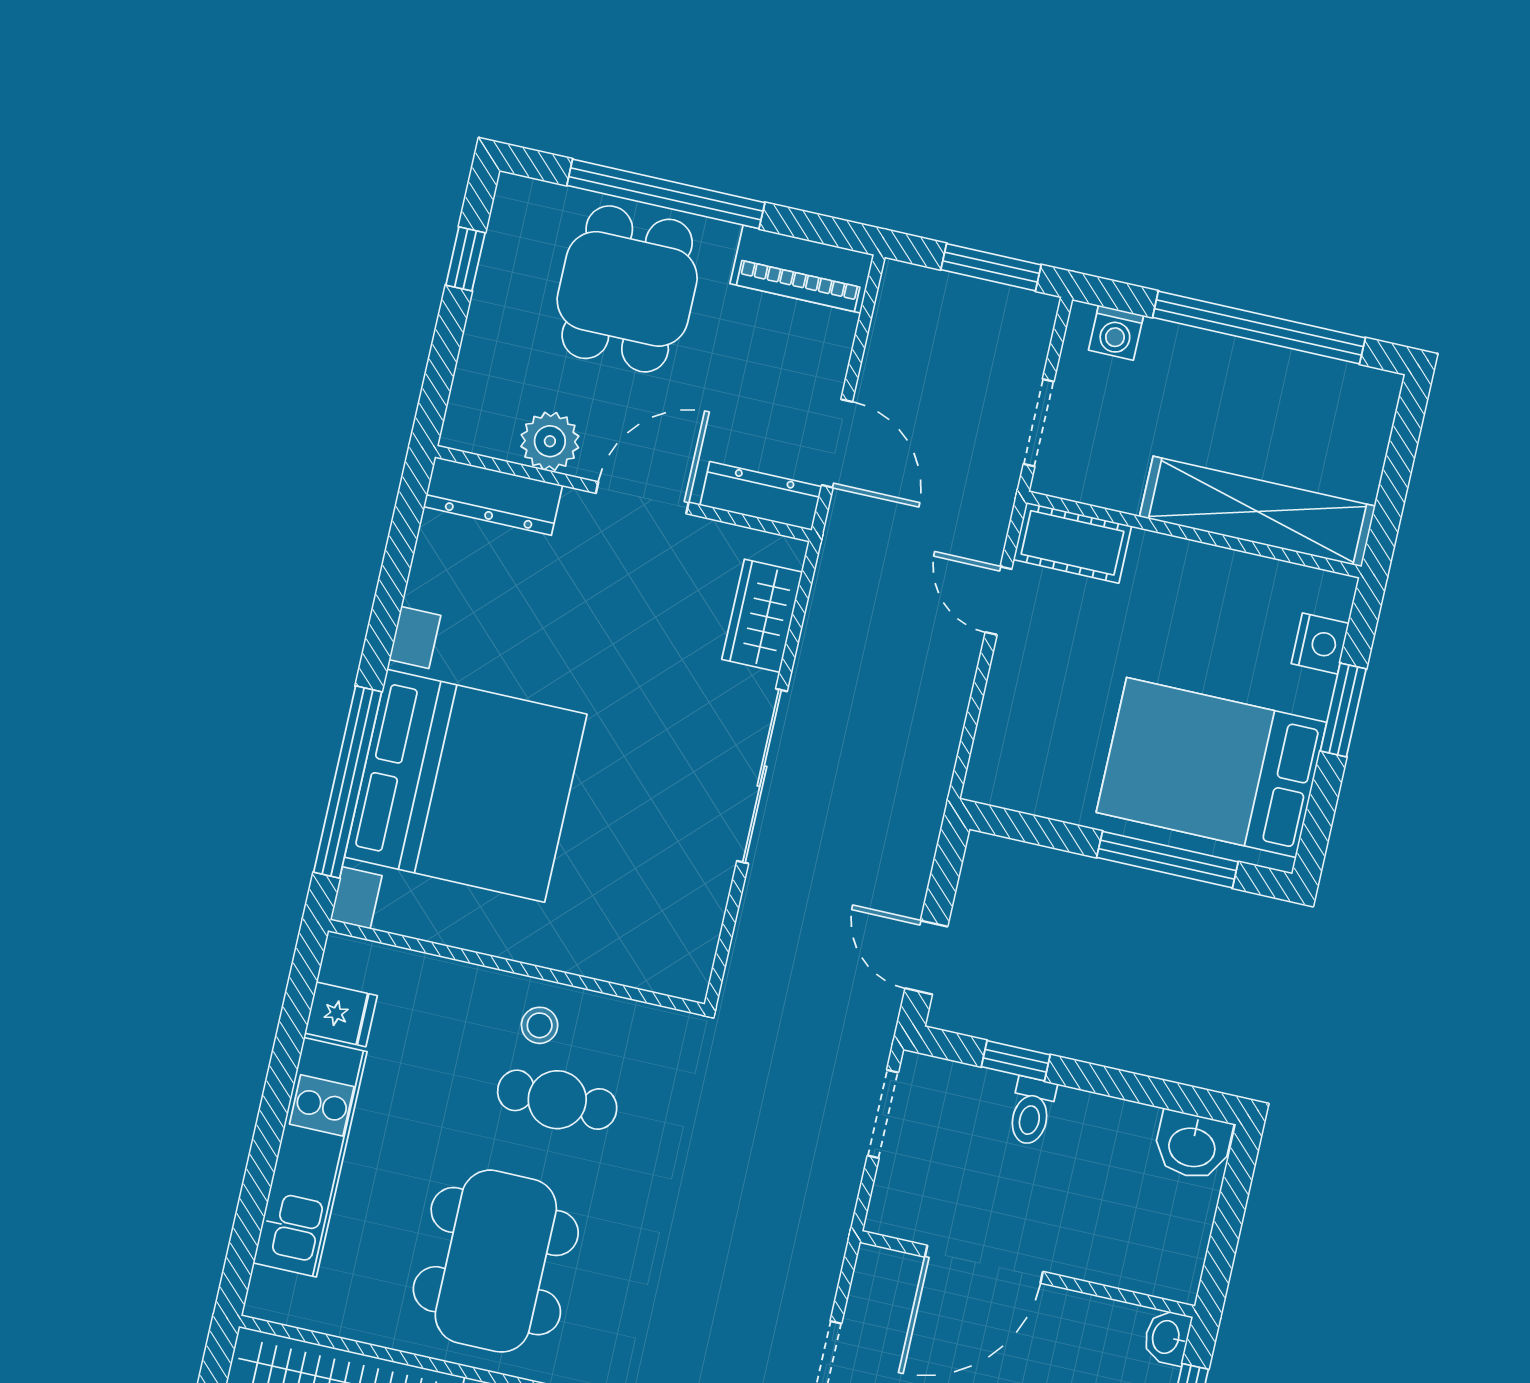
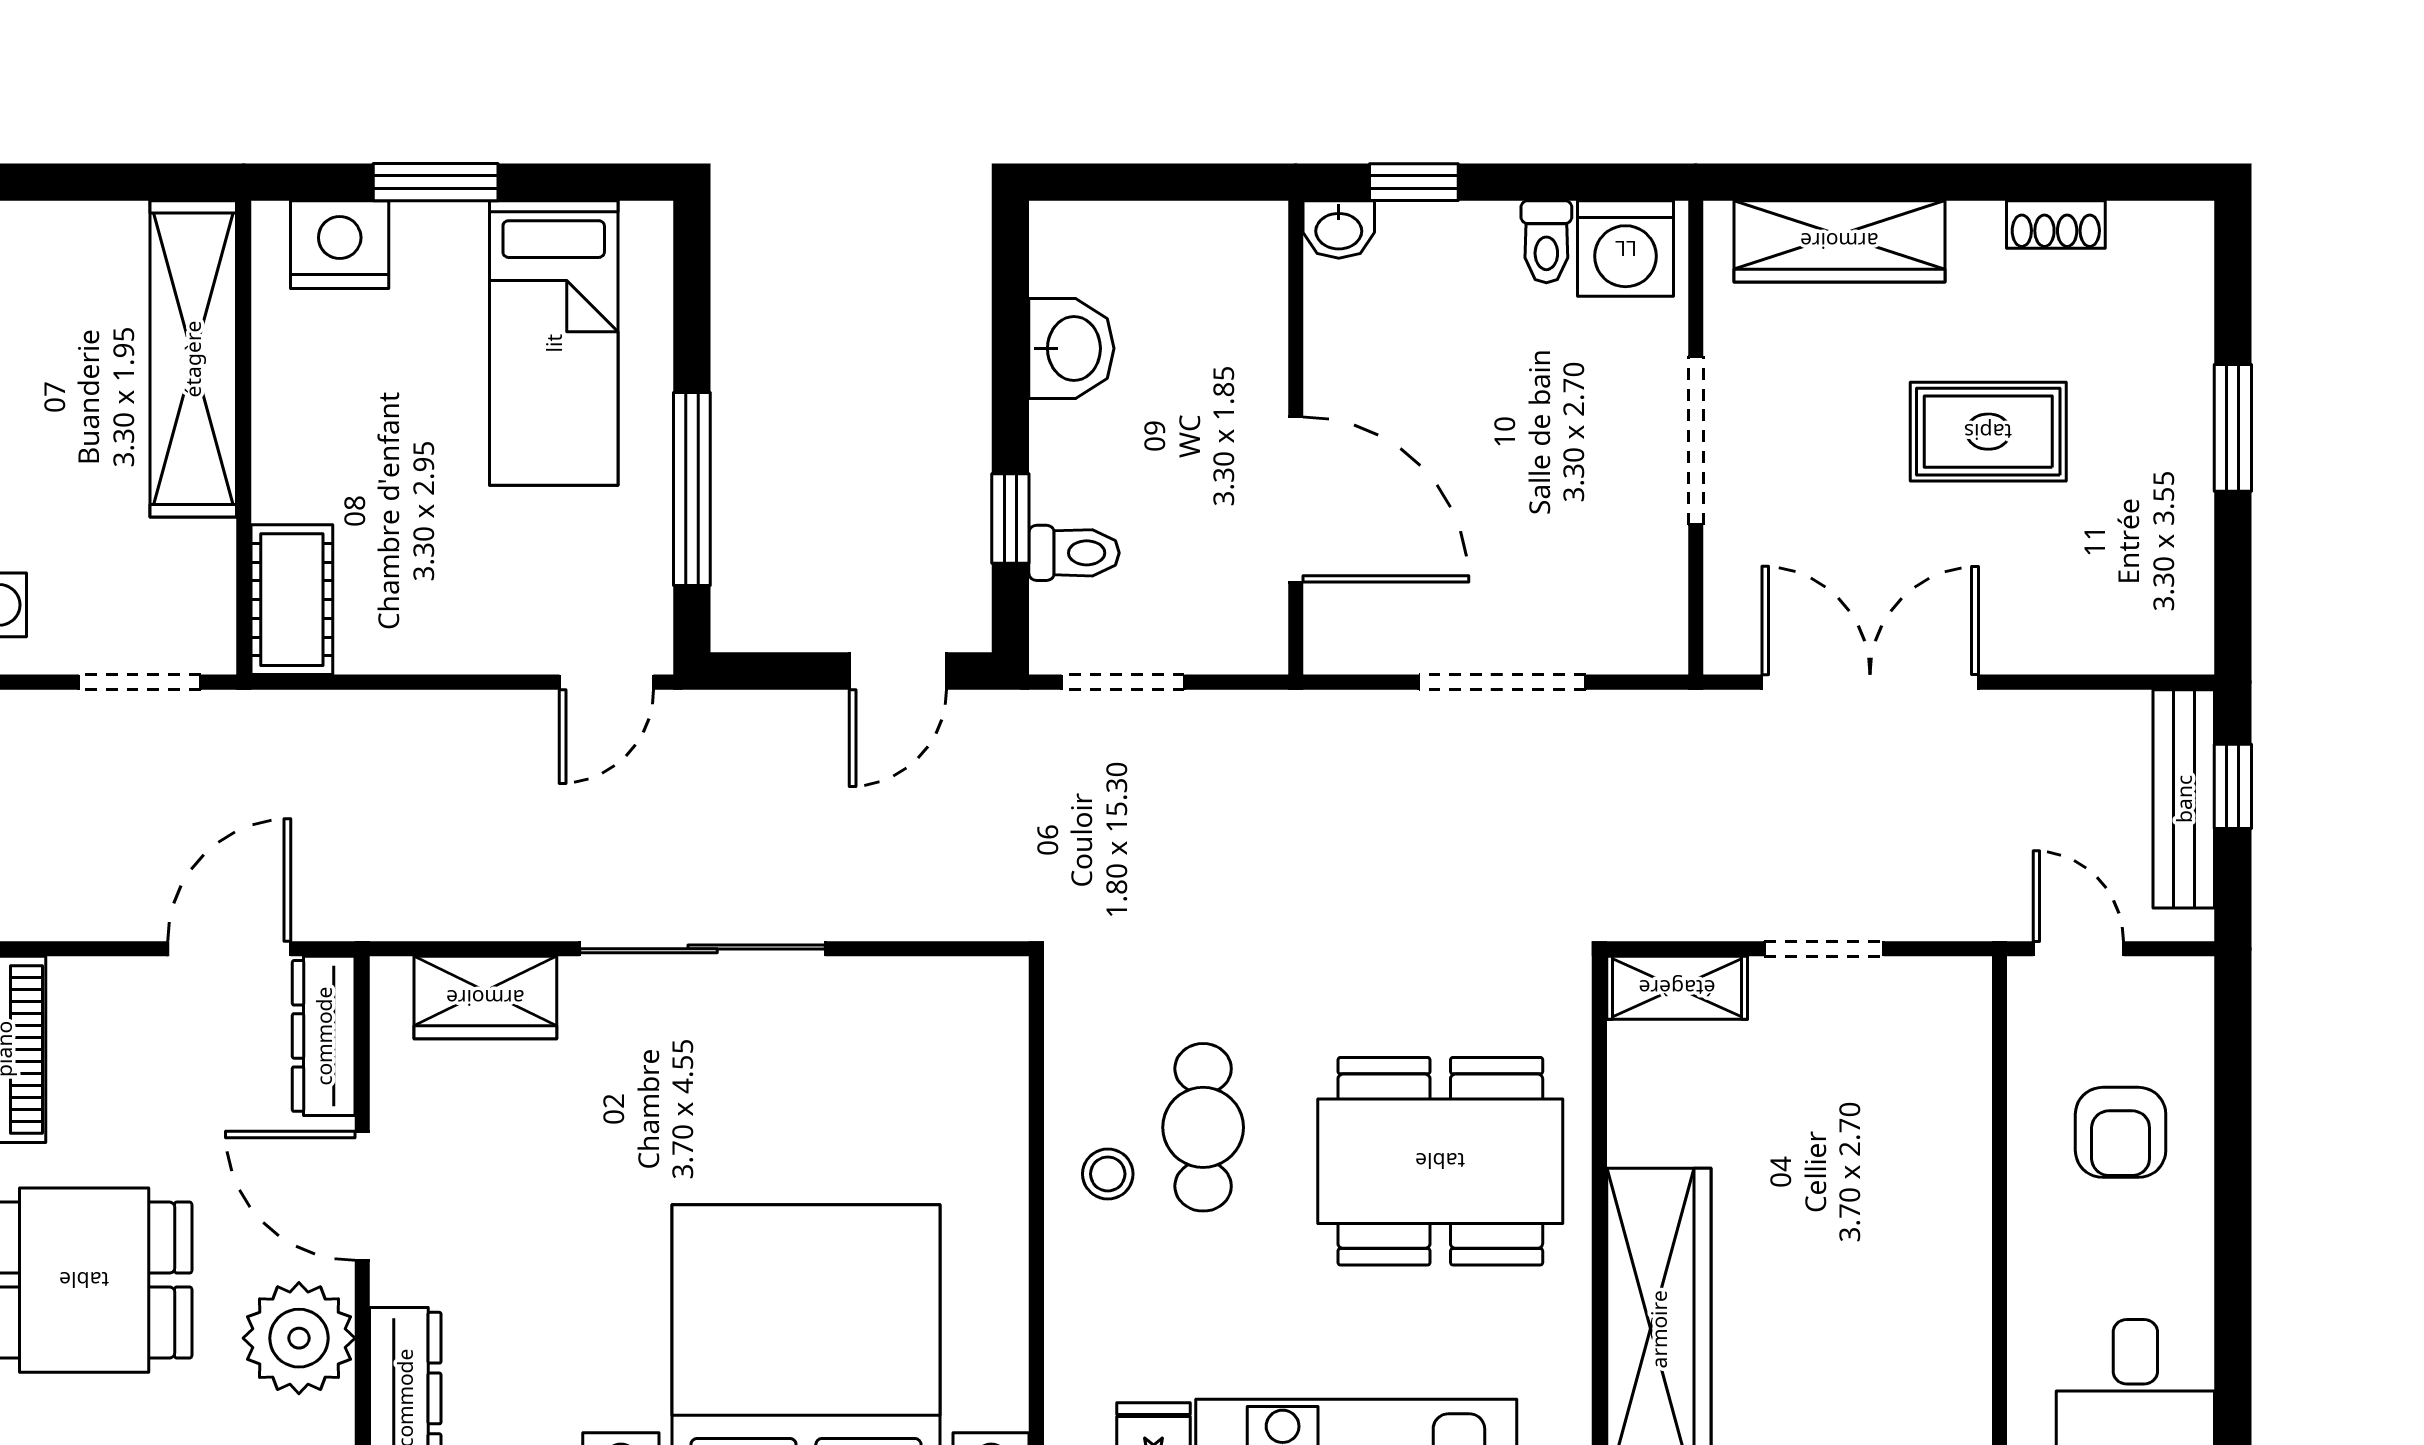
plant: (550, 441) -> (299, 1338), width x1.36, depth x1.36
door: (999, 601) -> (606, 682), moved
nightstand: (1320, 643) -> (340, 245), width x1.36, depth x1.33
bed: (1211, 767) -> (554, 343), width x0.67
window: (1167, 860) -> (692, 489), moved
toilet: (1031, 1111) -> (1074, 553), moved
washbasin: (1192, 1146) -> (1071, 348), moved

